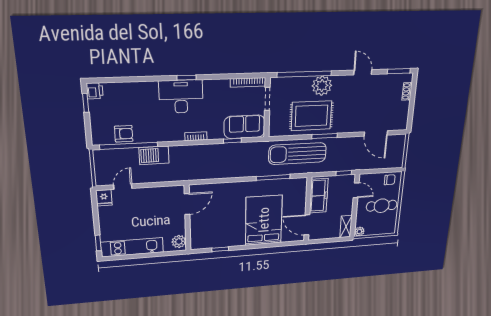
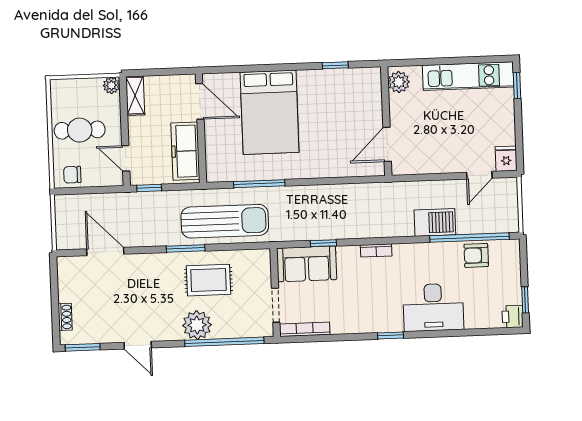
desk: (181, 97) -> (433, 307), moved
rug: (311, 116) -> (208, 280), width x0.73, depth x0.70

